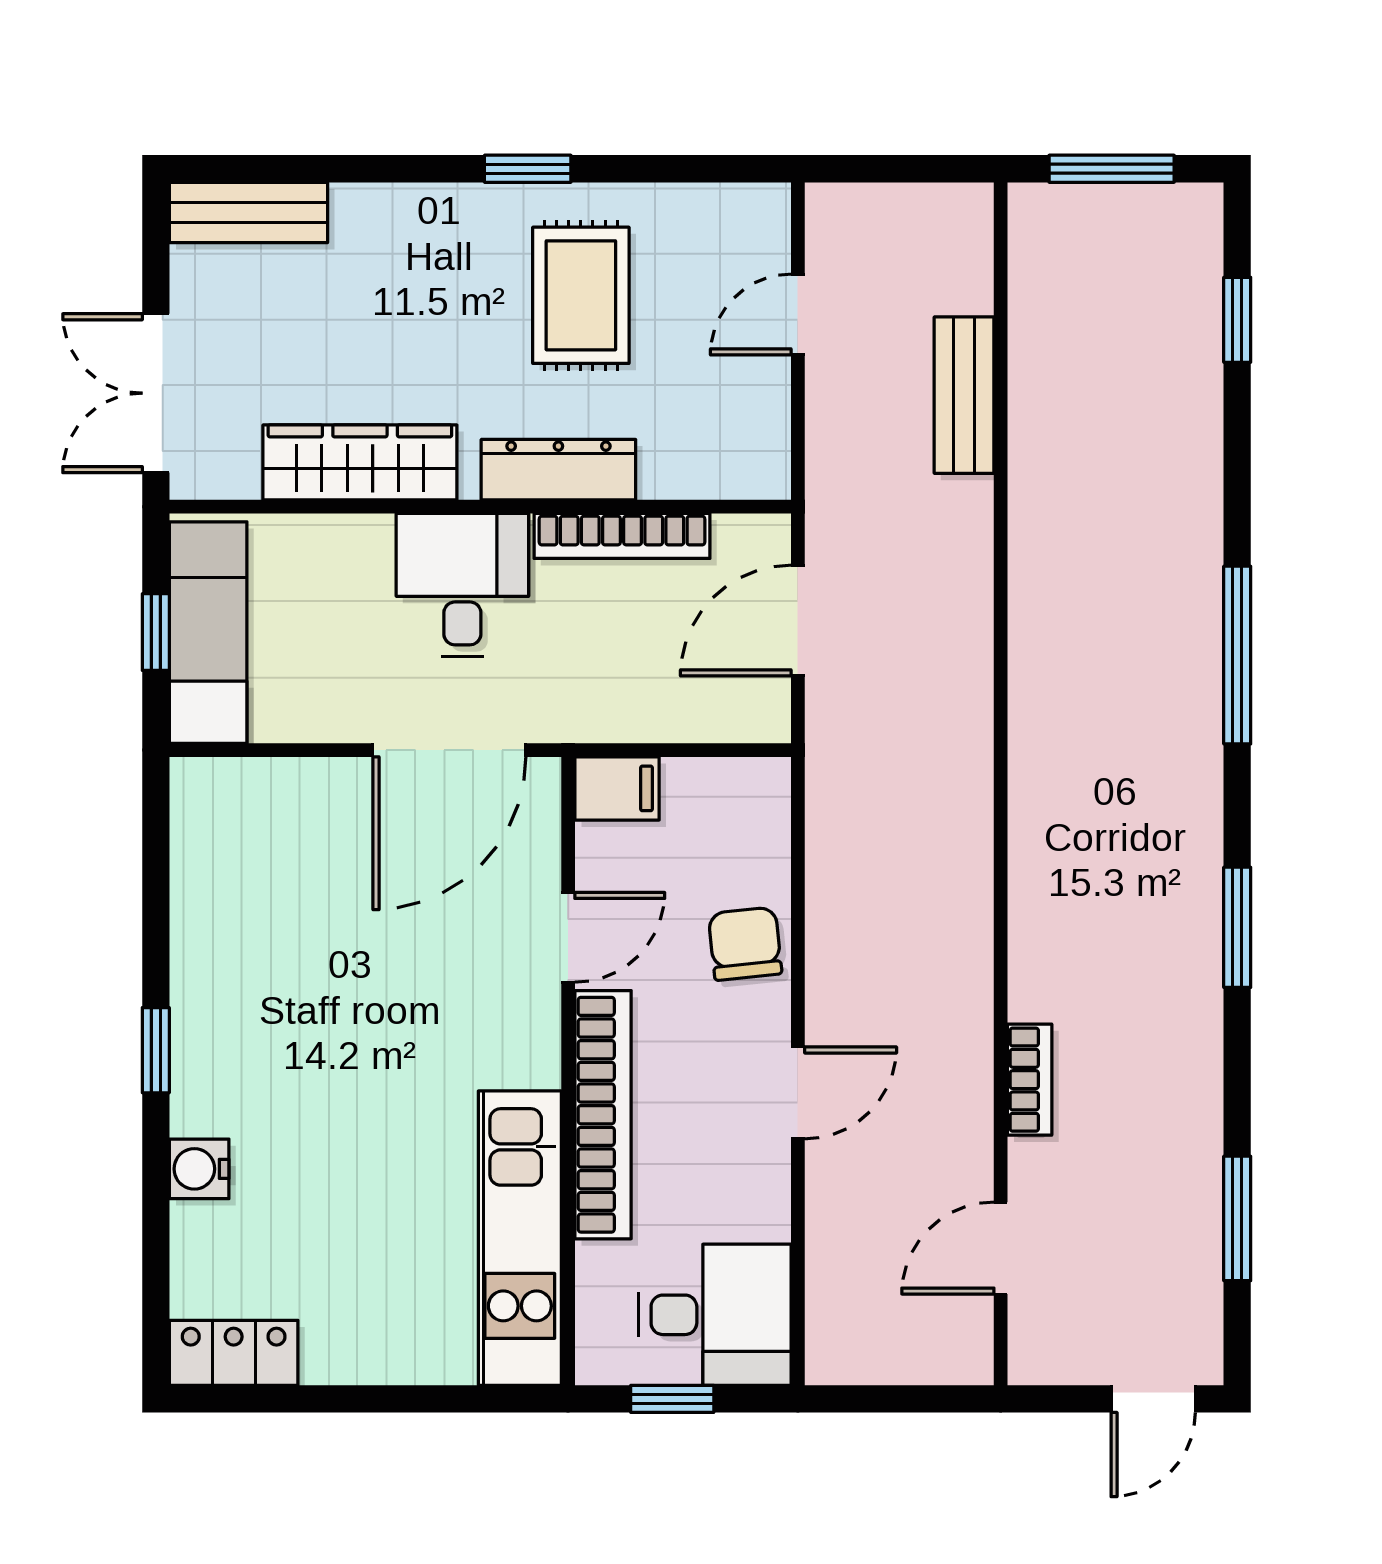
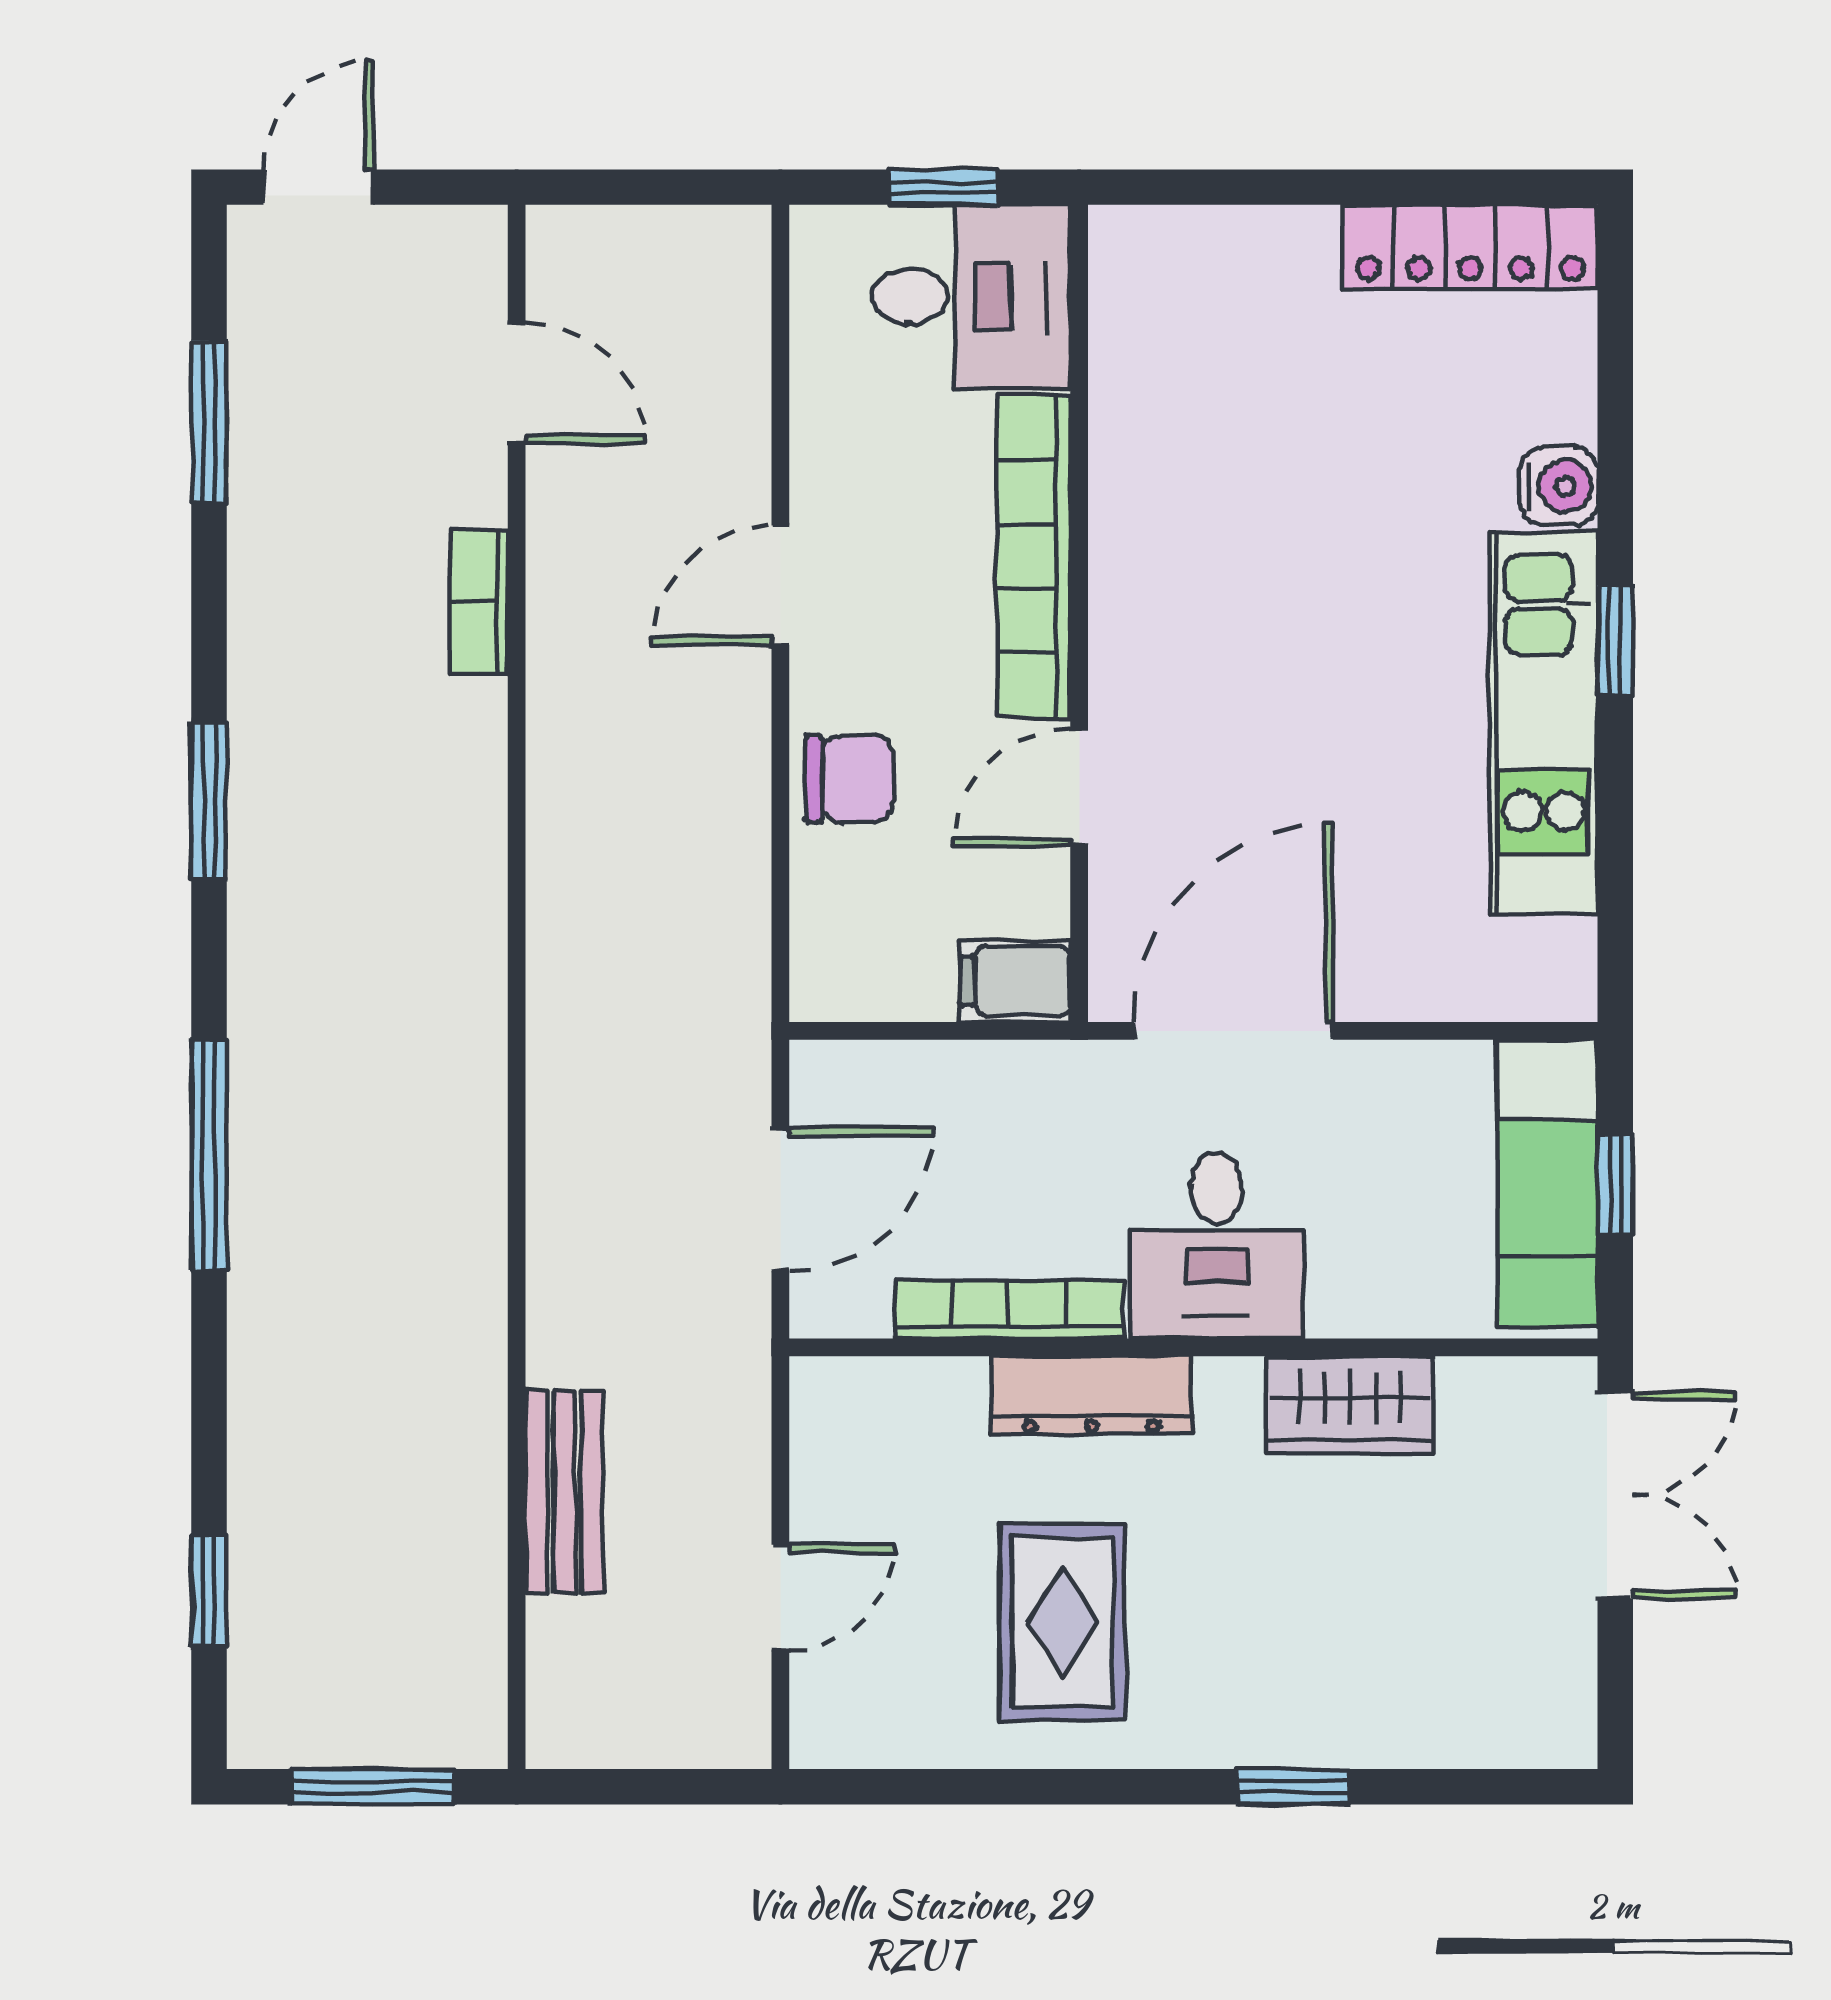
window: (528, 169) -> (1293, 1787), moved
bench: (248, 212) -> (1495, 1730), removed
wardrobe: (360, 462) -> (1350, 1405), width x0.67
chair: (745, 944) -> (849, 779), turned -84
kitchen unit: (520, 1238) -> (1544, 723), moved, turned 180
door: (1001, 1248) -> (517, 383), hinge flipped
desk: (715, 1315) -> (971, 296), moved, turned 180
locker: (234, 1353) -> (1470, 247), width x1.53

